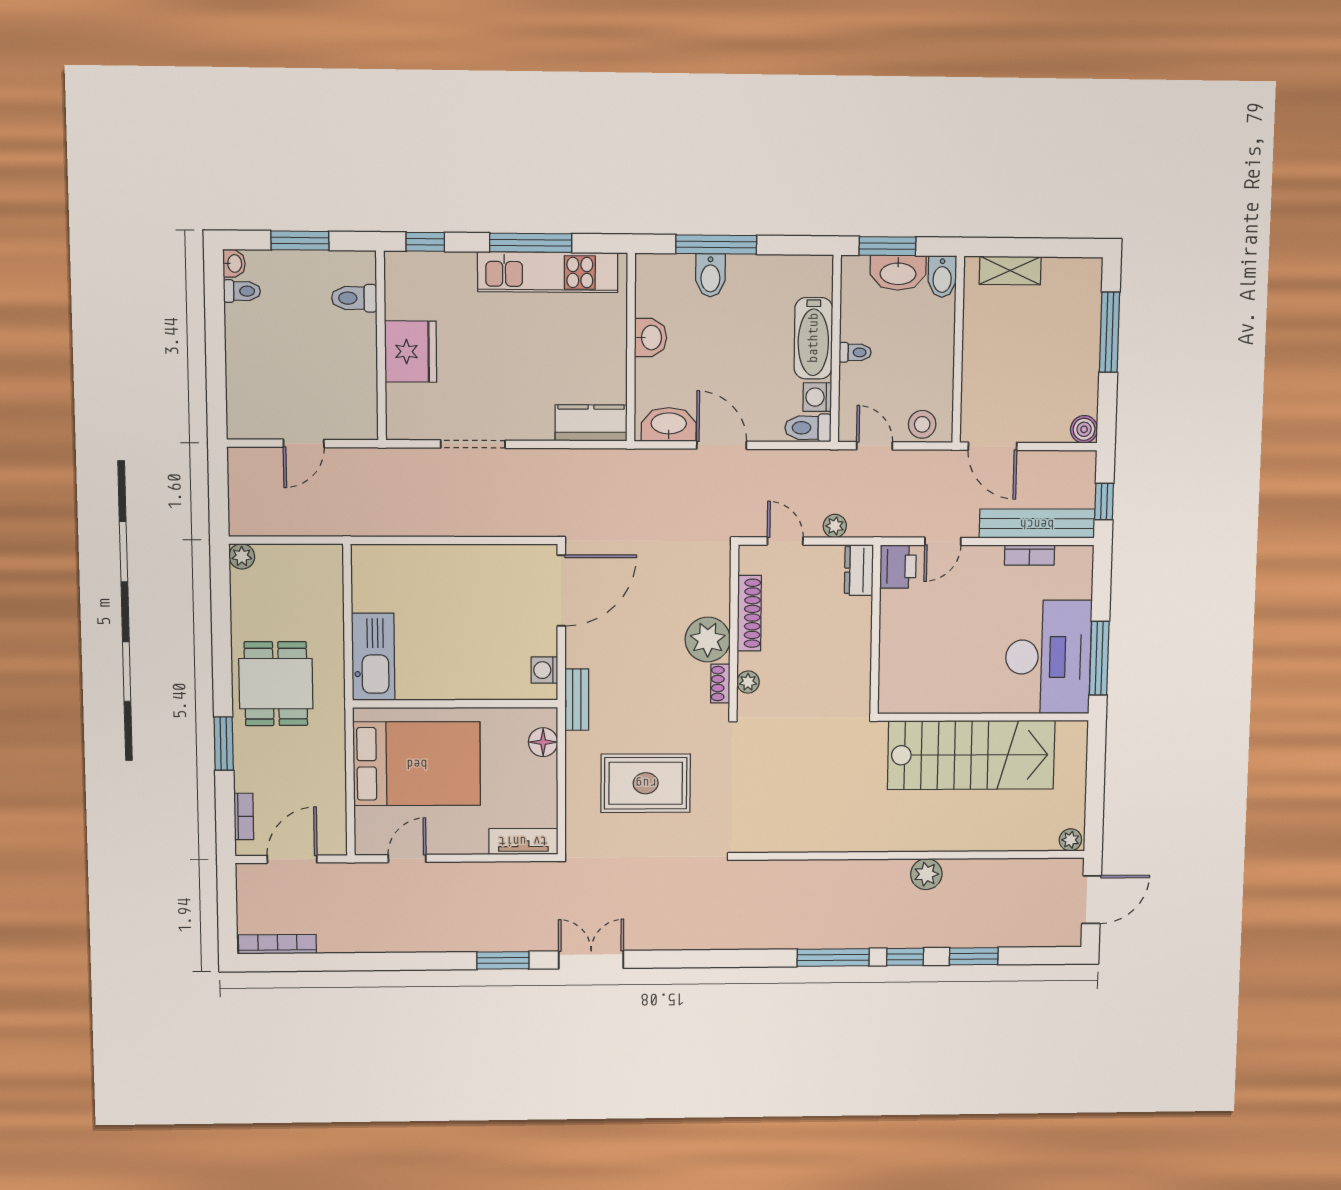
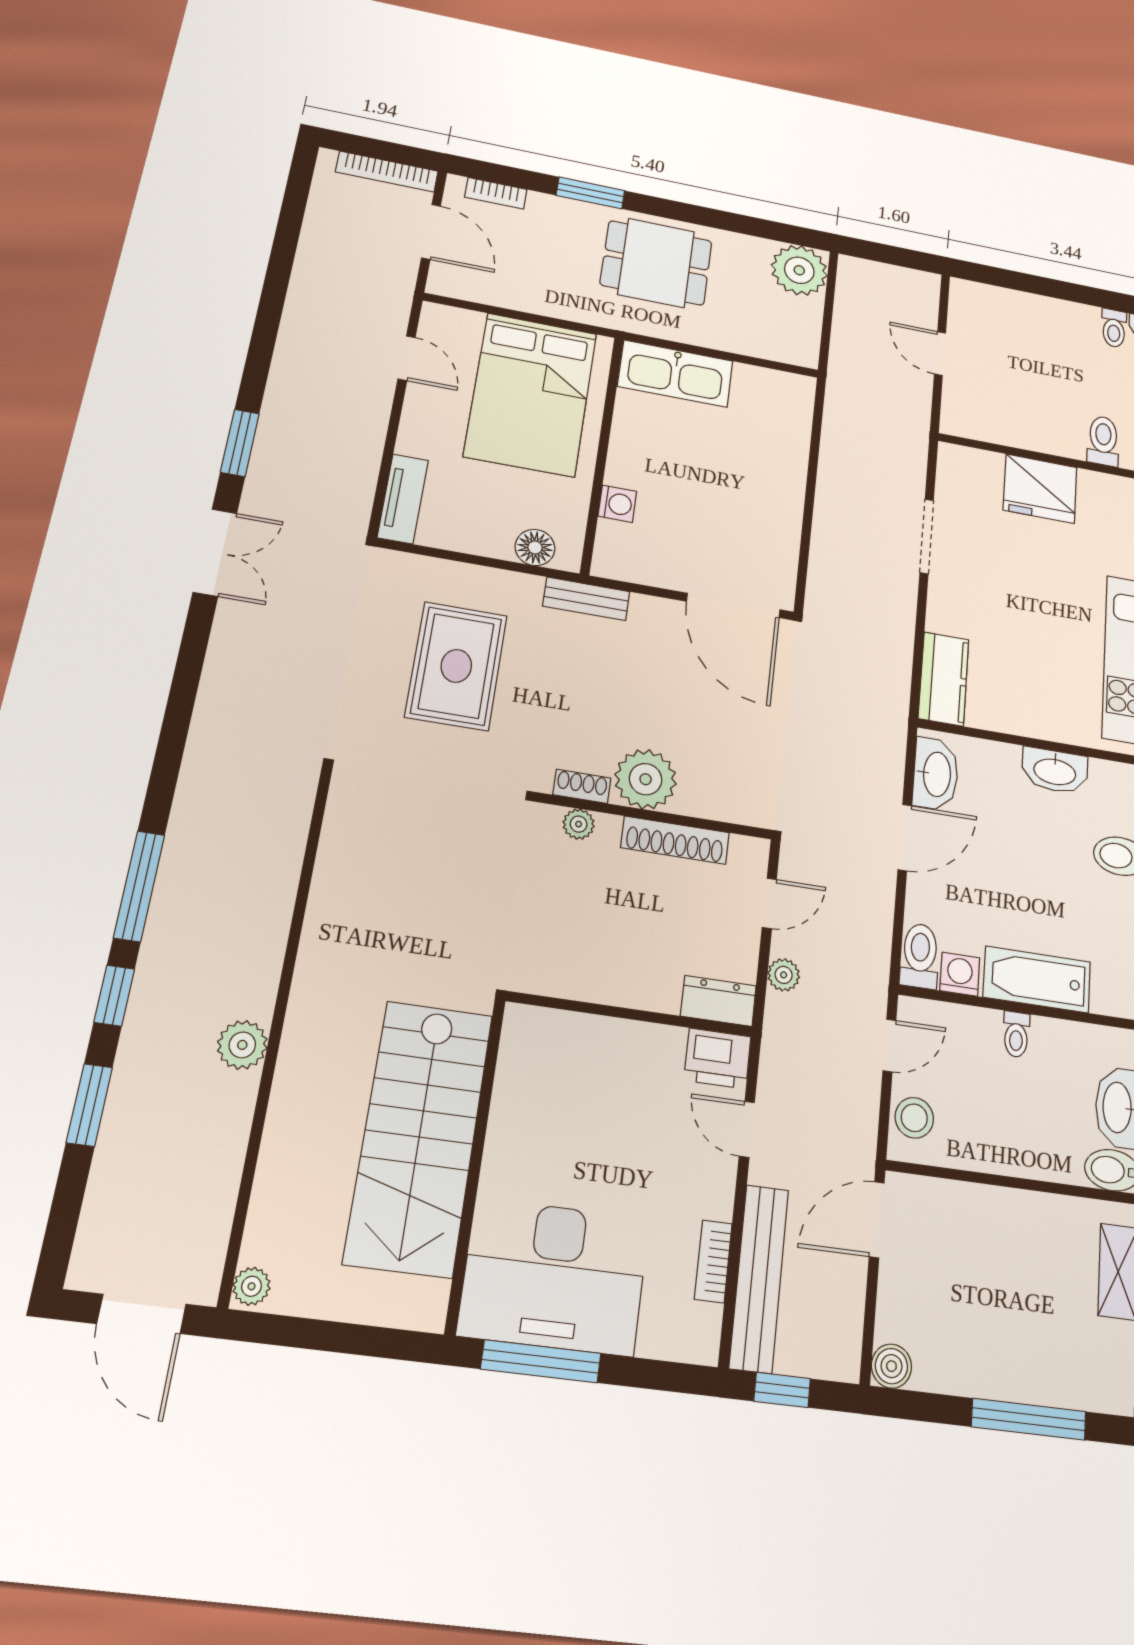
washbasin: (651, 338) -> (1055, 771), width x1.38
plant: (242, 556) -> (799, 270), width x1.88, depth x1.88
washing machine: (544, 670) -> (617, 504), moved, turned 90
bookcase: (277, 944) -> (387, 172), moved, turned 90

